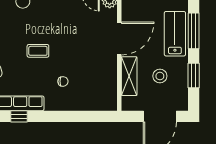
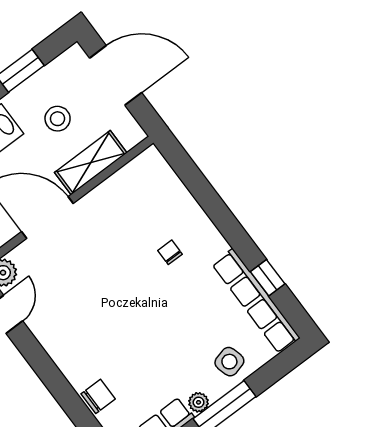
coffee table: (38, 51) -> (153, 321), removed

